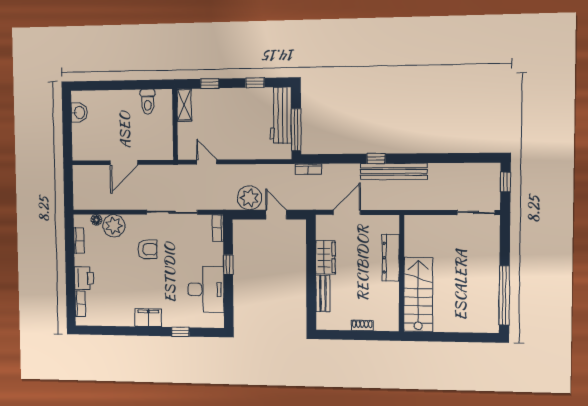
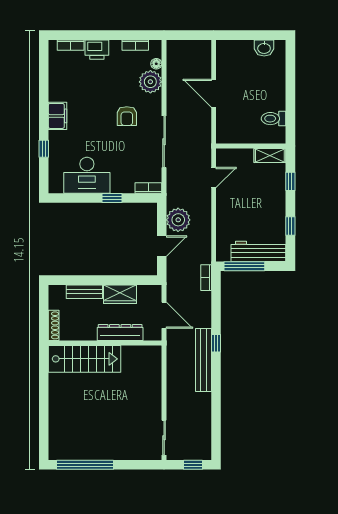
dresser: (391, 258) -> (120, 333), moved
wall: (402, 273) -> (105, 343), moved
stairs: (418, 295) -> (85, 359), moved
shoe rack: (362, 325) -> (54, 325), width x1.43

